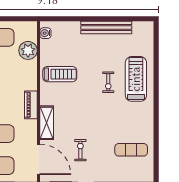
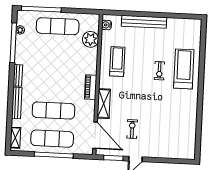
bench: (106, 27) -> (144, 22), moved
treadmill: (60, 74) -> (117, 61), turned -90
exercise mat: (131, 150) -> (177, 131), removed

